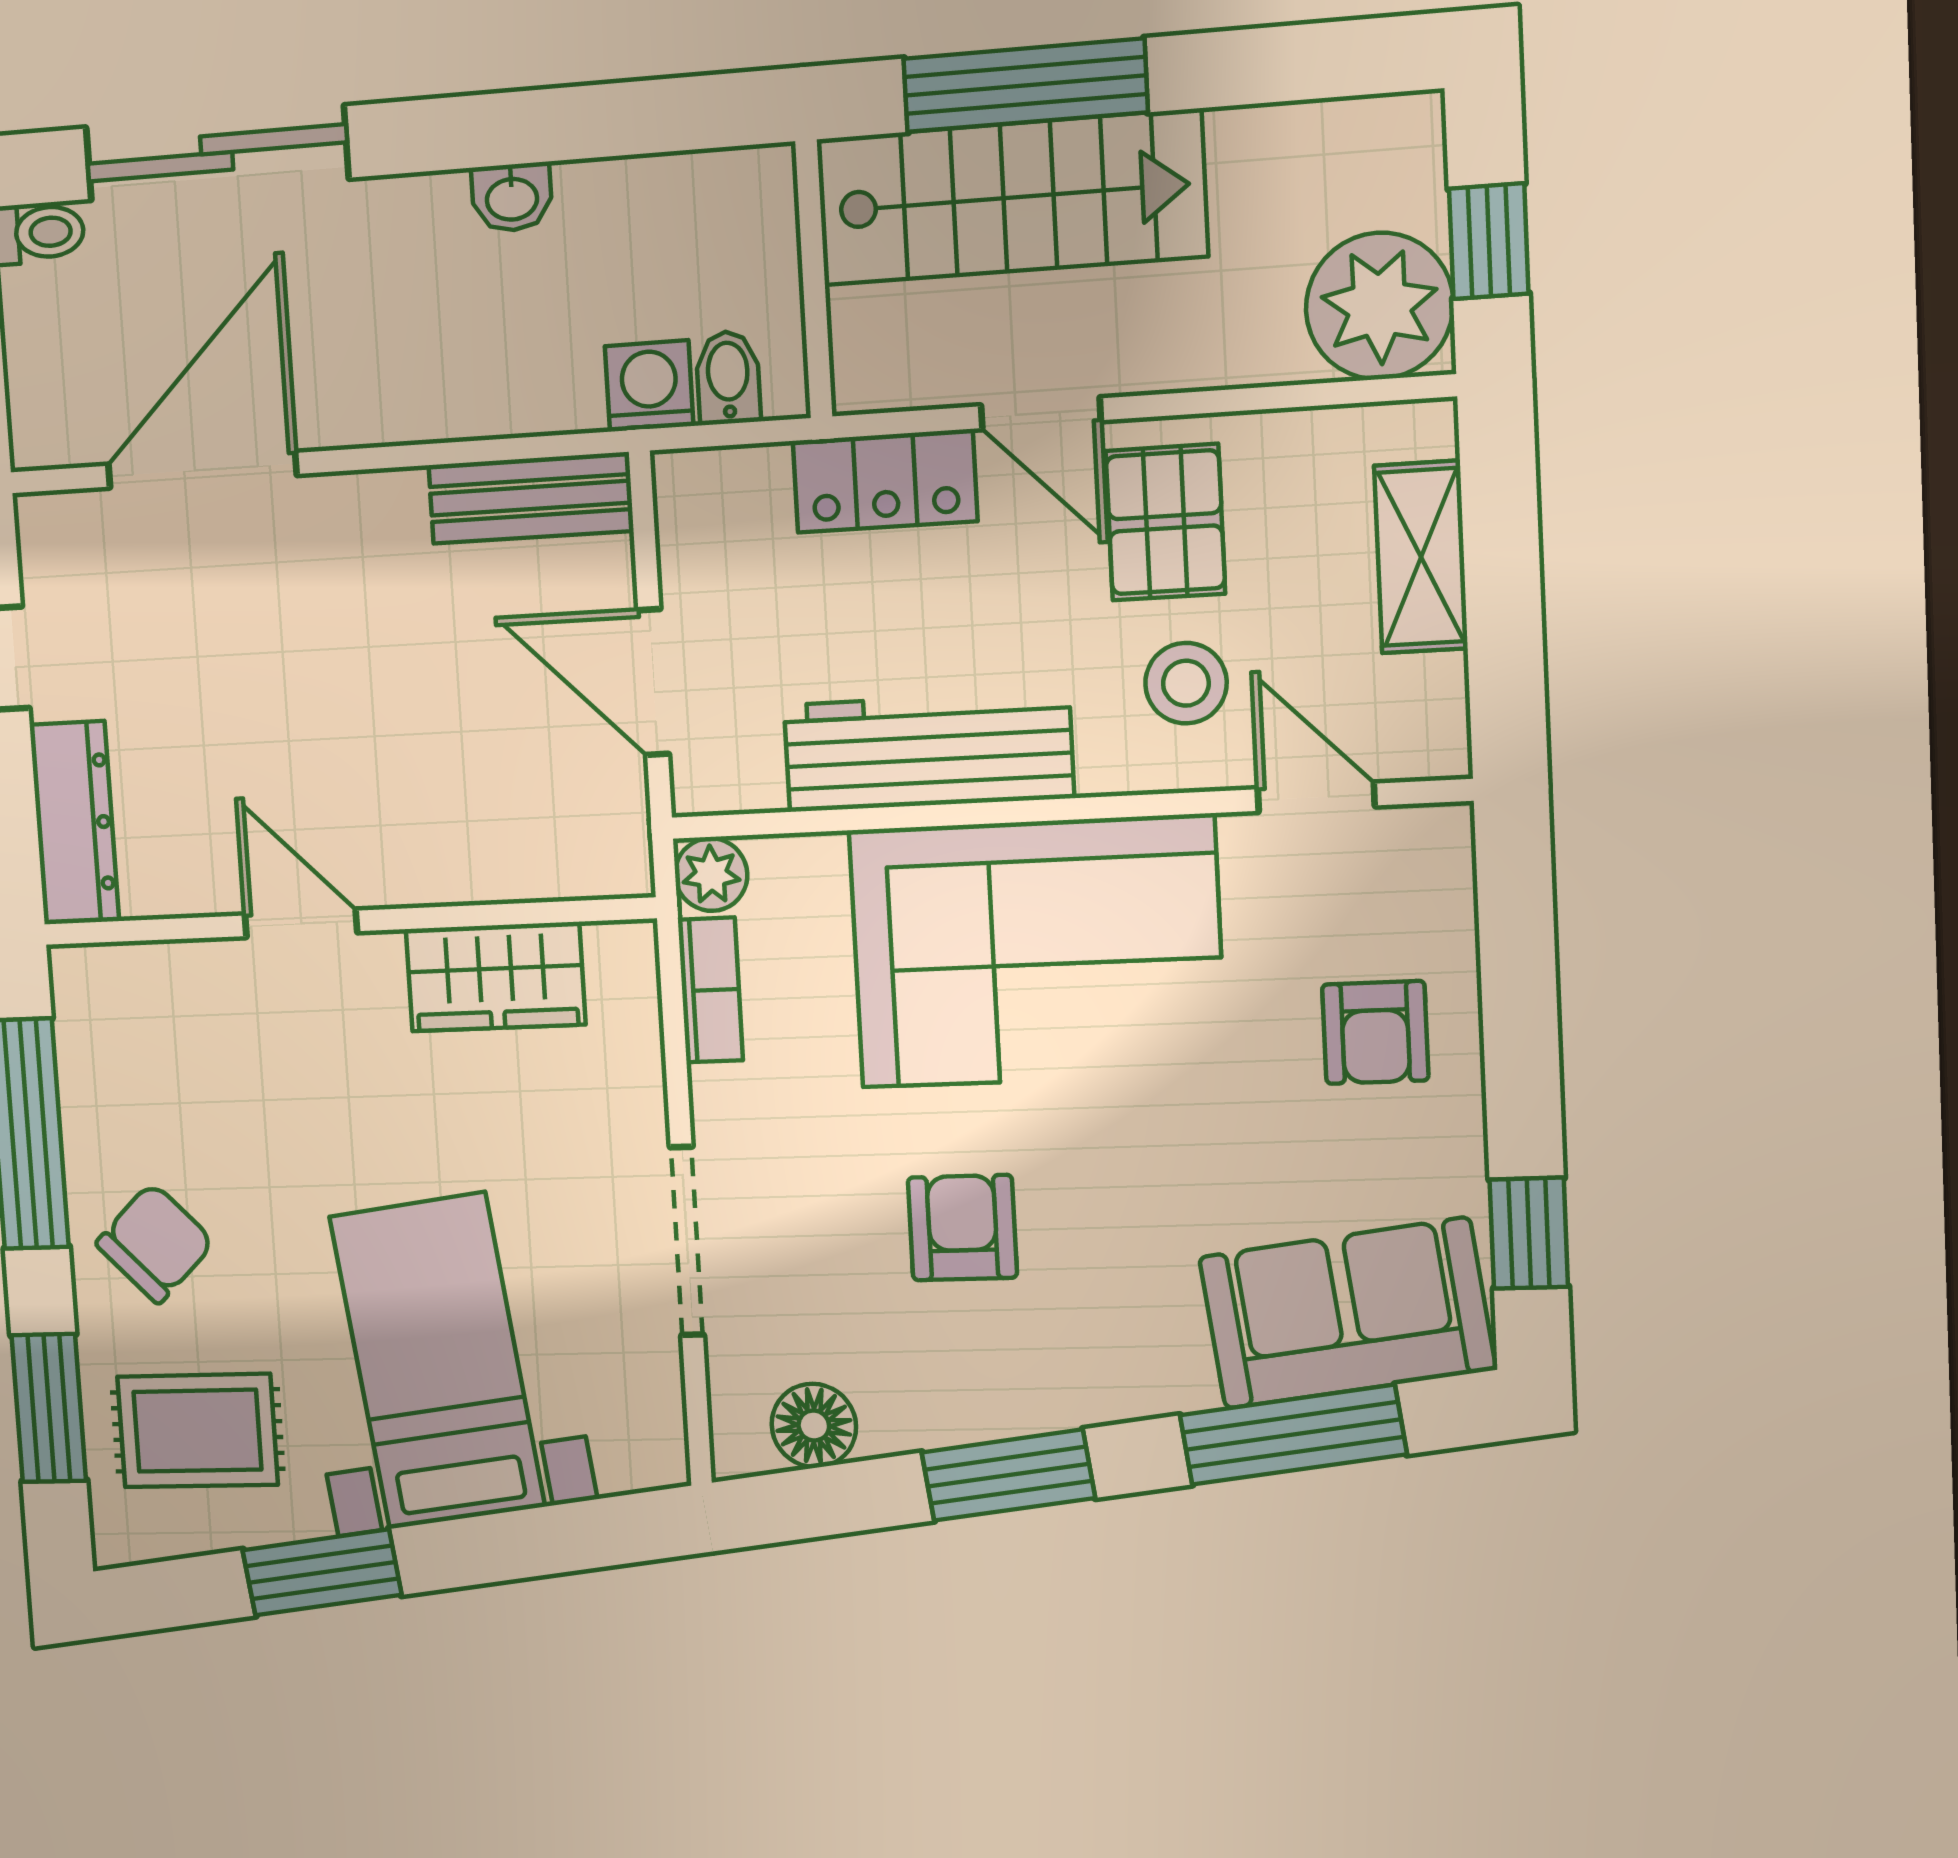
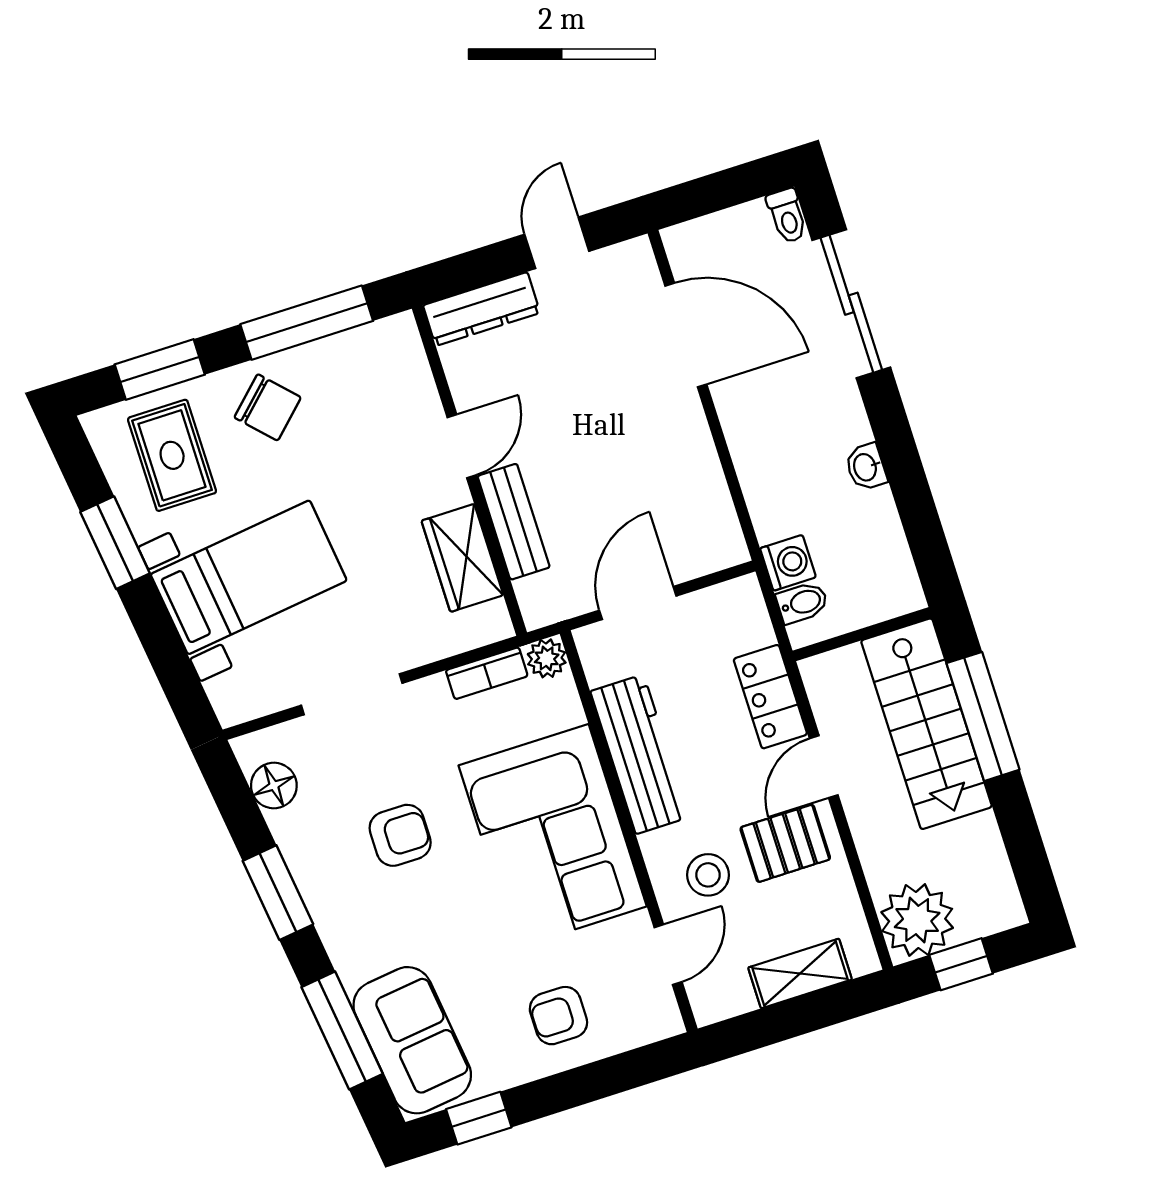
bench: (531, 498) -> (514, 522), moved

